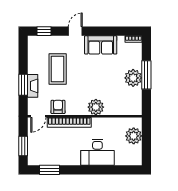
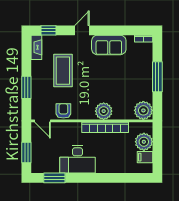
plant: (133, 78) -> (143, 110), moved
fireplace: (33, 86) -> (36, 47), moved
door: (38, 116) -> (43, 121), hinge flipped
bookcase: (69, 122) -> (105, 127), moved
filing cabinet: (135, 150) -> (145, 157), added
desk: (97, 152) -> (77, 159), moved

